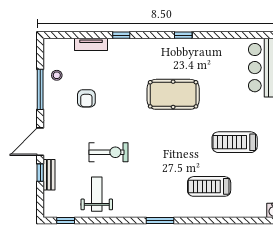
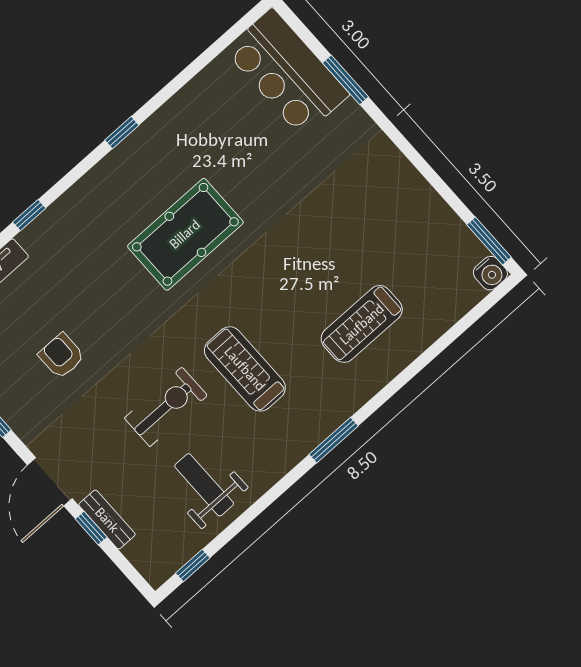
armchair: (86, 98) -> (61, 356), turned 180
treadmill: (235, 142) -> (245, 369), moved, turned 90

